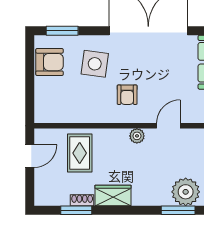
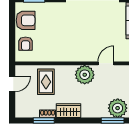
side table: (95, 64) -> (56, 22), removed
armchair: (127, 95) -> (26, 44), moved
plant: (137, 136) -> (85, 75), width x1.88, depth x1.88

